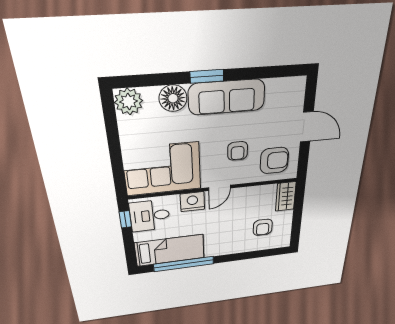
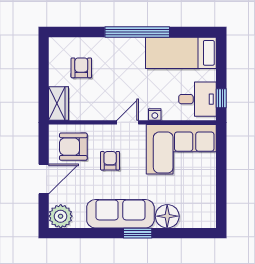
plant: (129, 102) -> (61, 216), moved
door: (307, 127) -> (44, 179), swing flipped
nightstand: (192, 202) -> (155, 115), width x0.53, depth x0.56
window: (184, 264) -> (137, 32), moved

